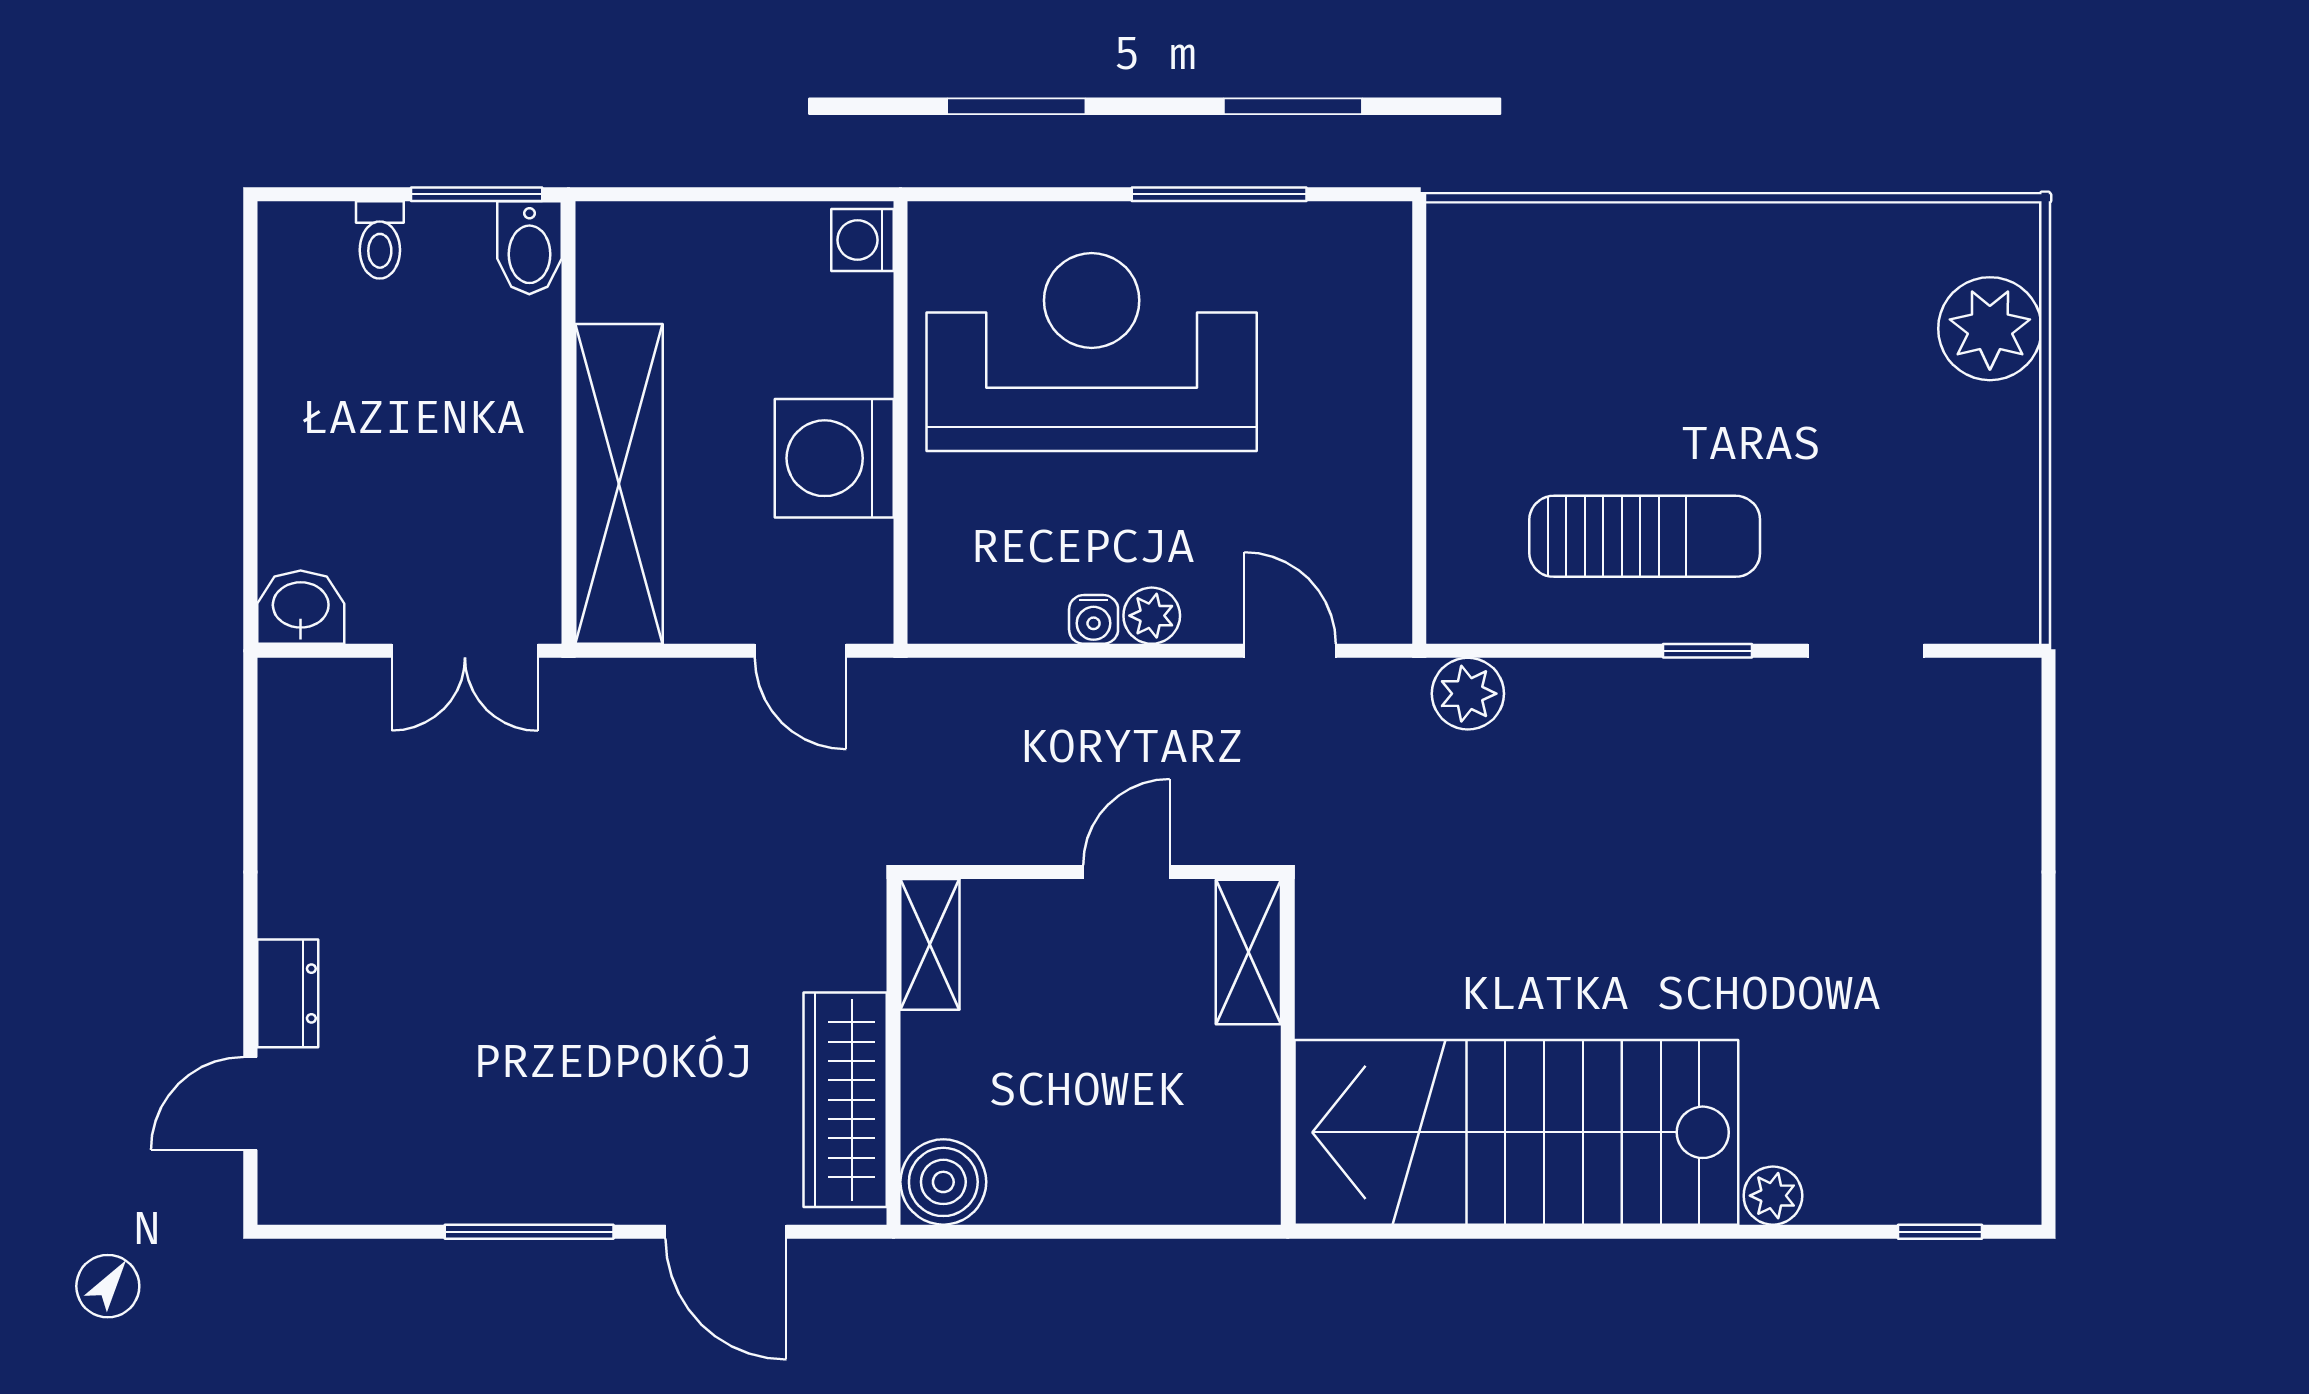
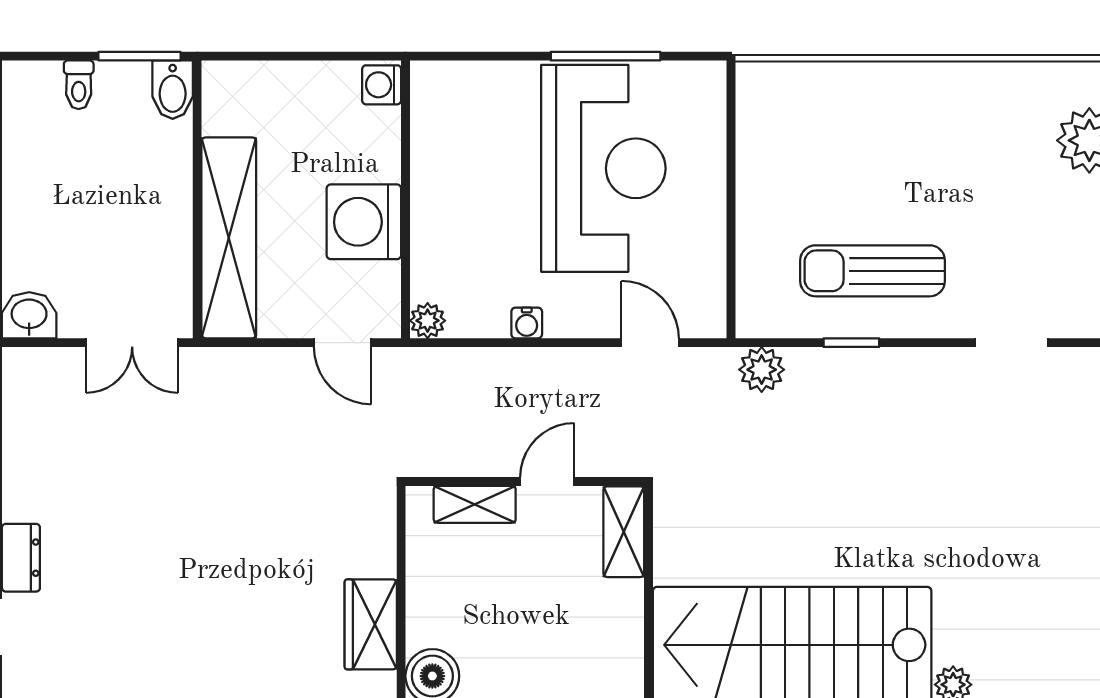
reception desk: (1092, 352) -> (603, 168), moved, turned 90
sun lounger: (1645, 536) -> (873, 271), turned 180
plant: (1152, 616) -> (428, 321), moved
window: (1707, 651) -> (851, 343), moved
shelving: (930, 944) -> (475, 504), moved, turned 90
wardrobe: (845, 1100) -> (371, 624), width x0.67

